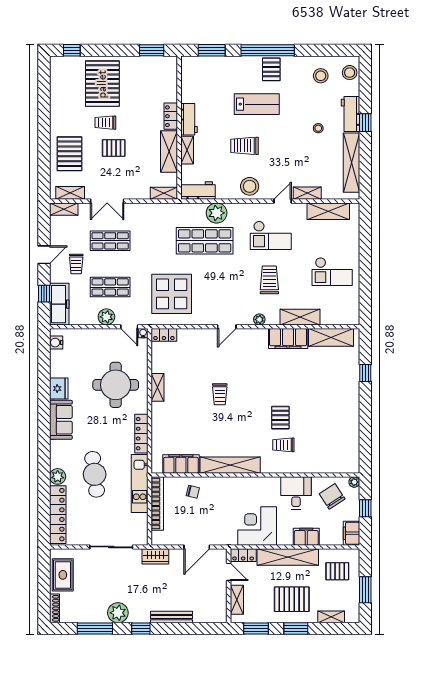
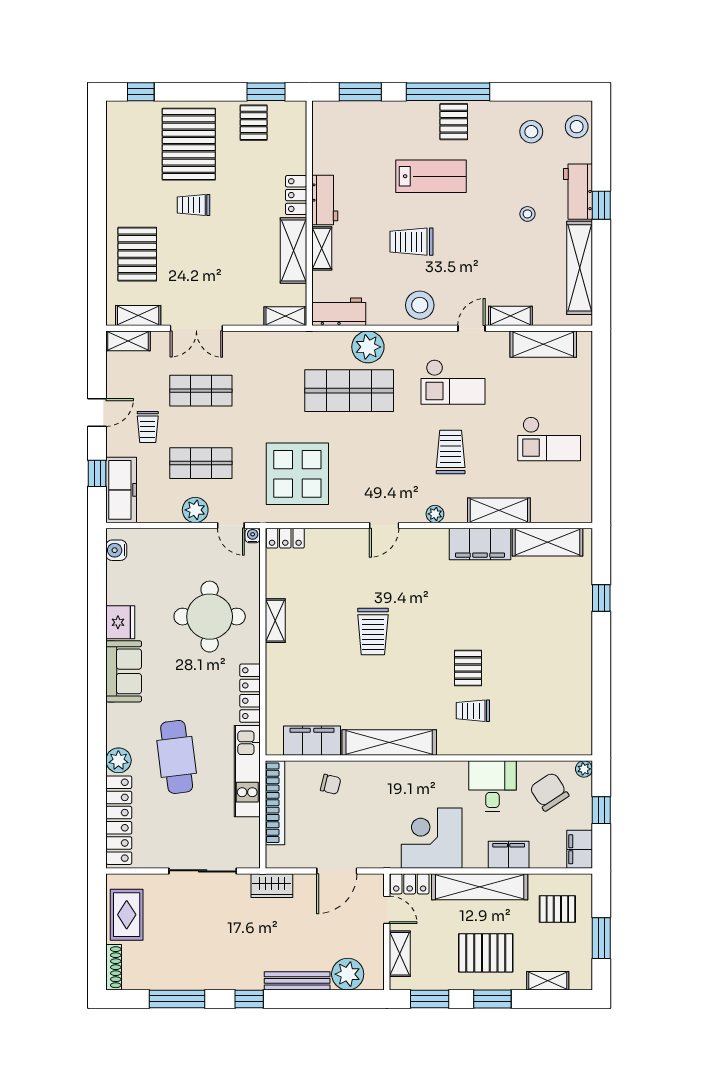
pallet: (114, 148) -> (254, 123), moved, turned 90
trolley: (220, 394) -> (373, 631), width x1.36, depth x1.39
plant: (118, 613) -> (348, 974), moved

